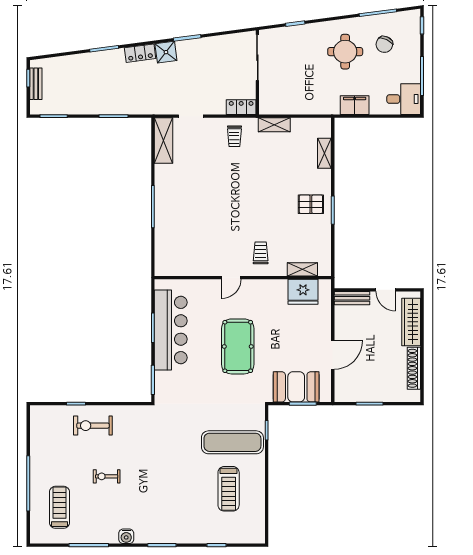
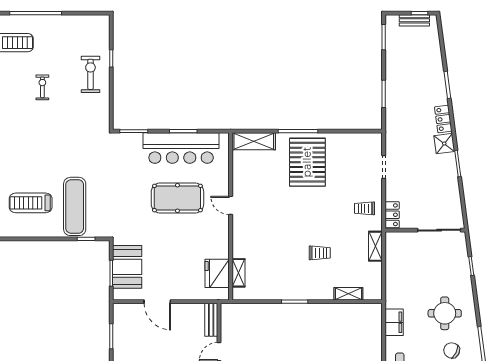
shelving: (164, 141) -> (254, 141), moved
pallet: (311, 204) -> (307, 162), moved, width x2.05, depth x2.00
trolley: (261, 253) -> (320, 253), moved
pool table: (238, 346) -> (177, 198), moved

